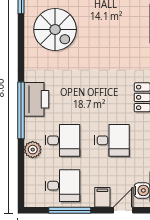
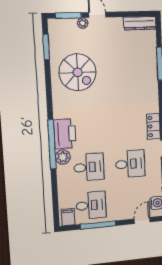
plant: (33, 150) -> (63, 157), moved
filing cabinet: (102, 197) -> (68, 217), moved

